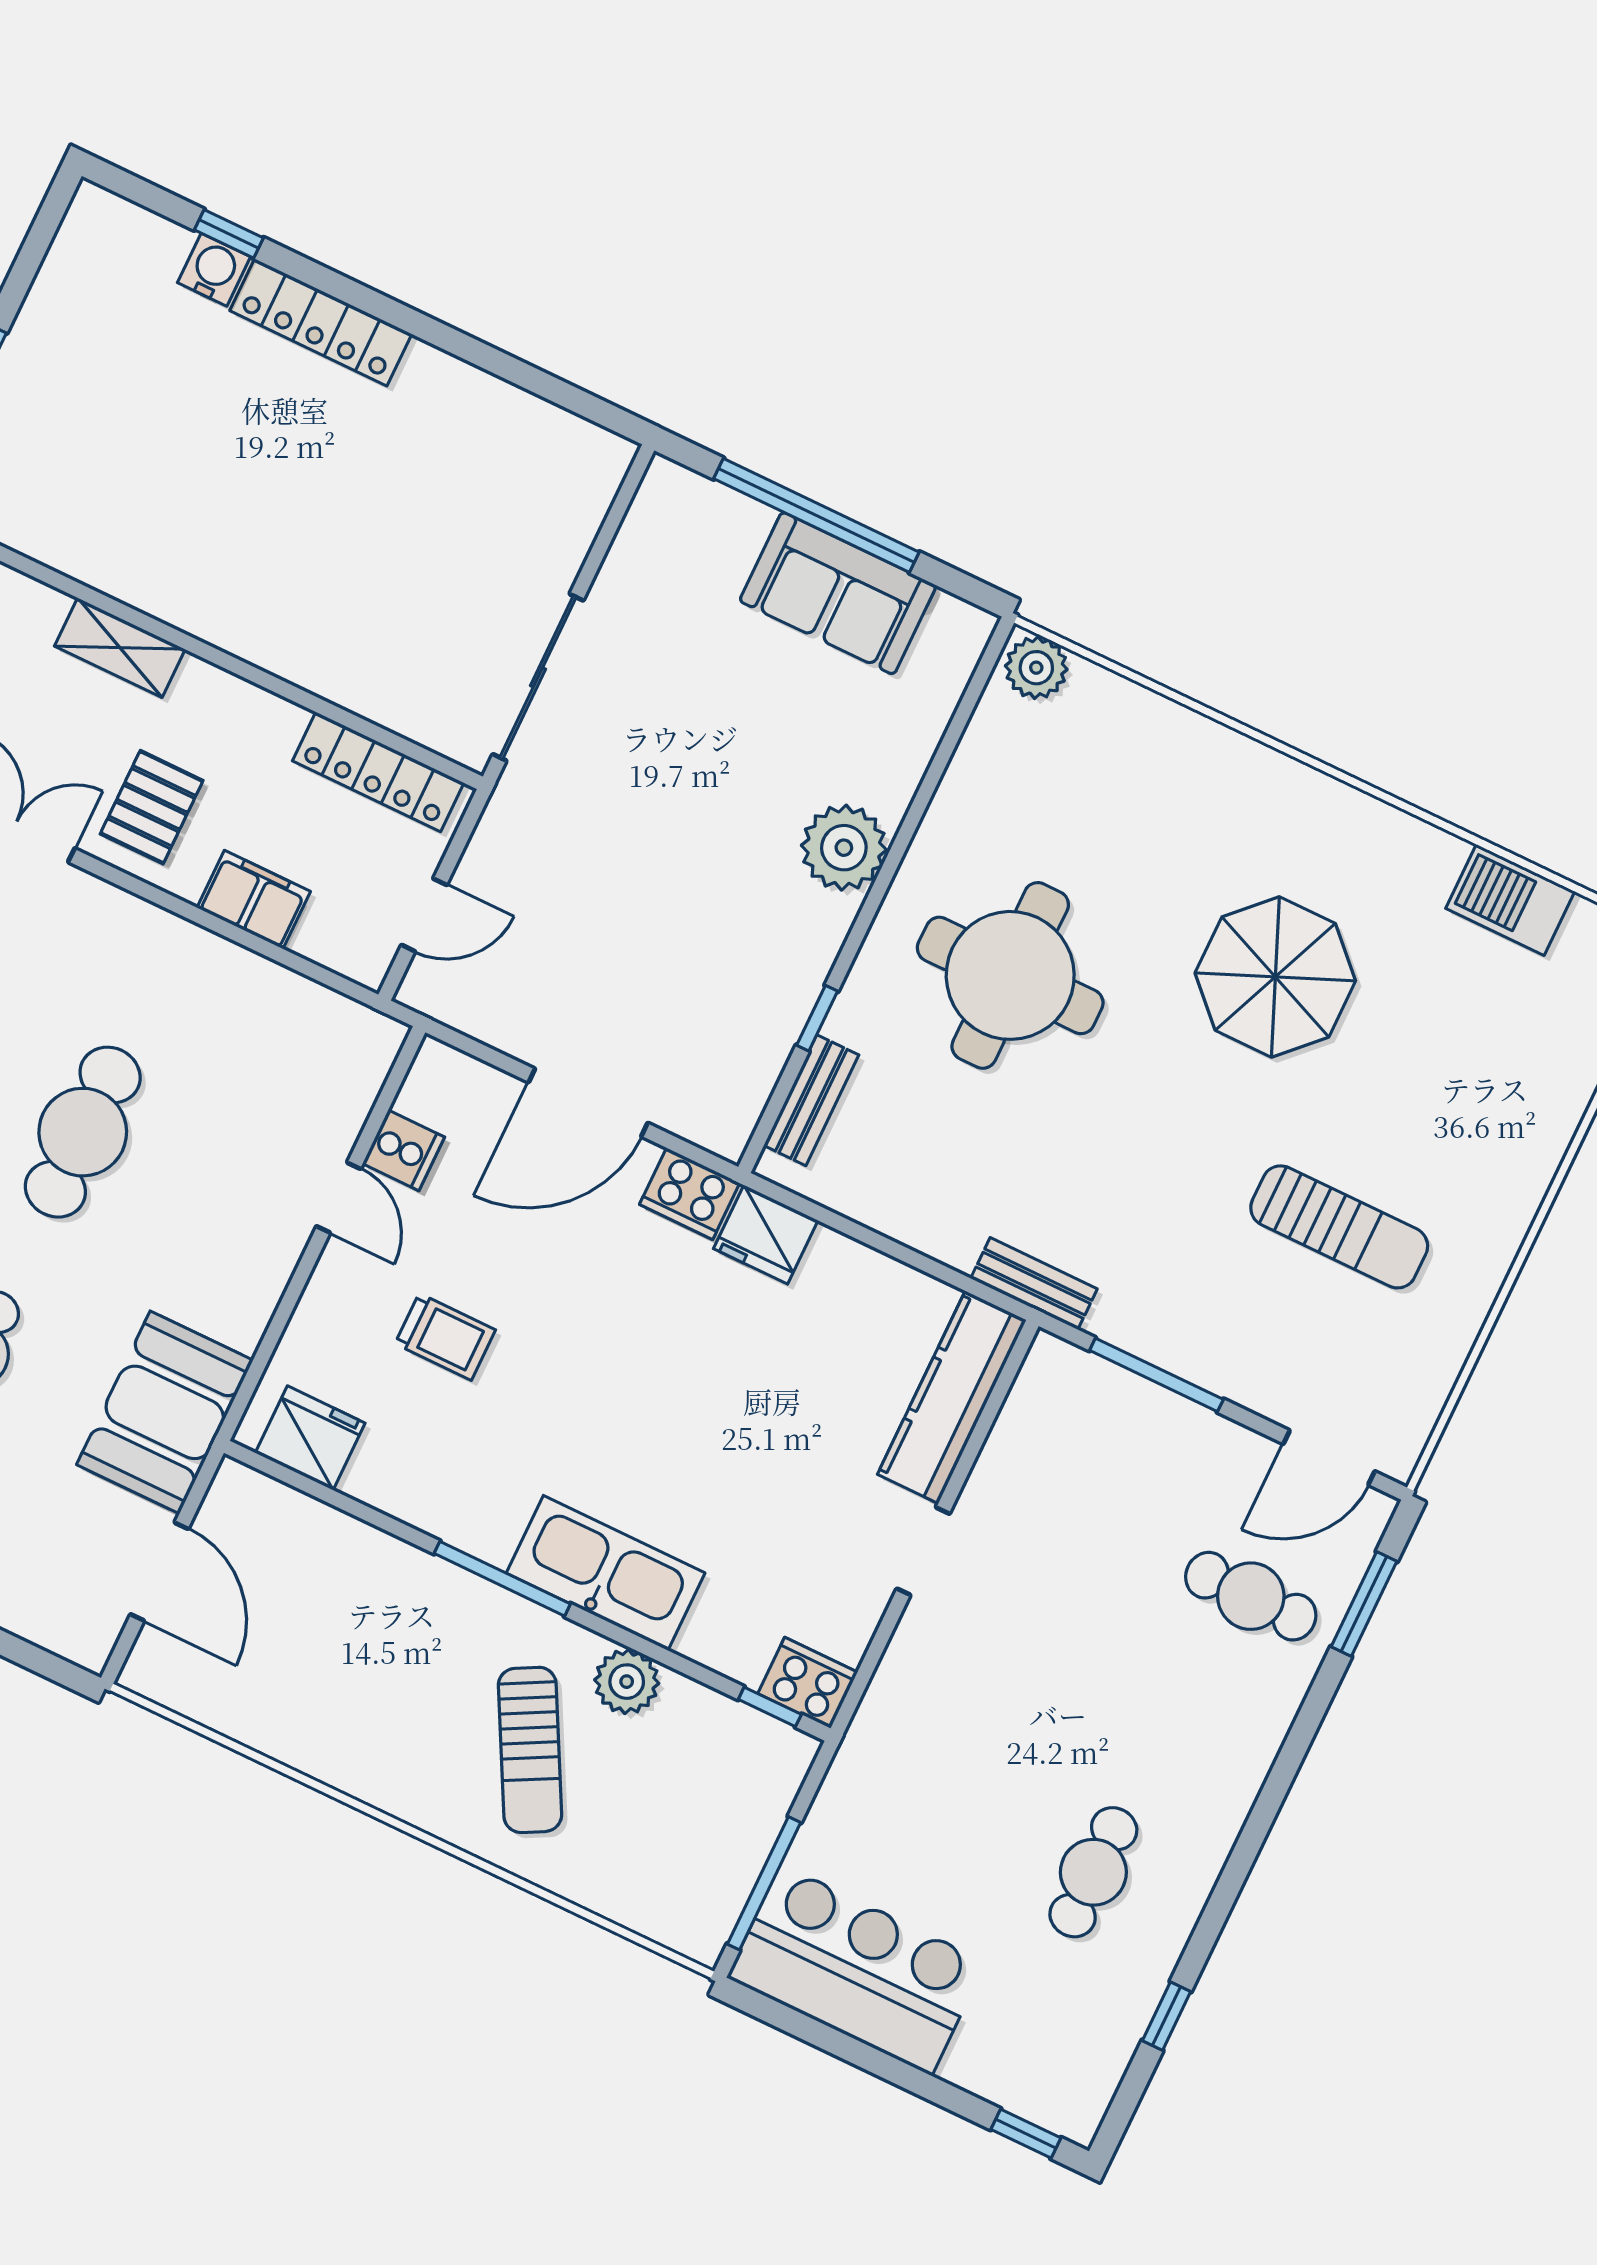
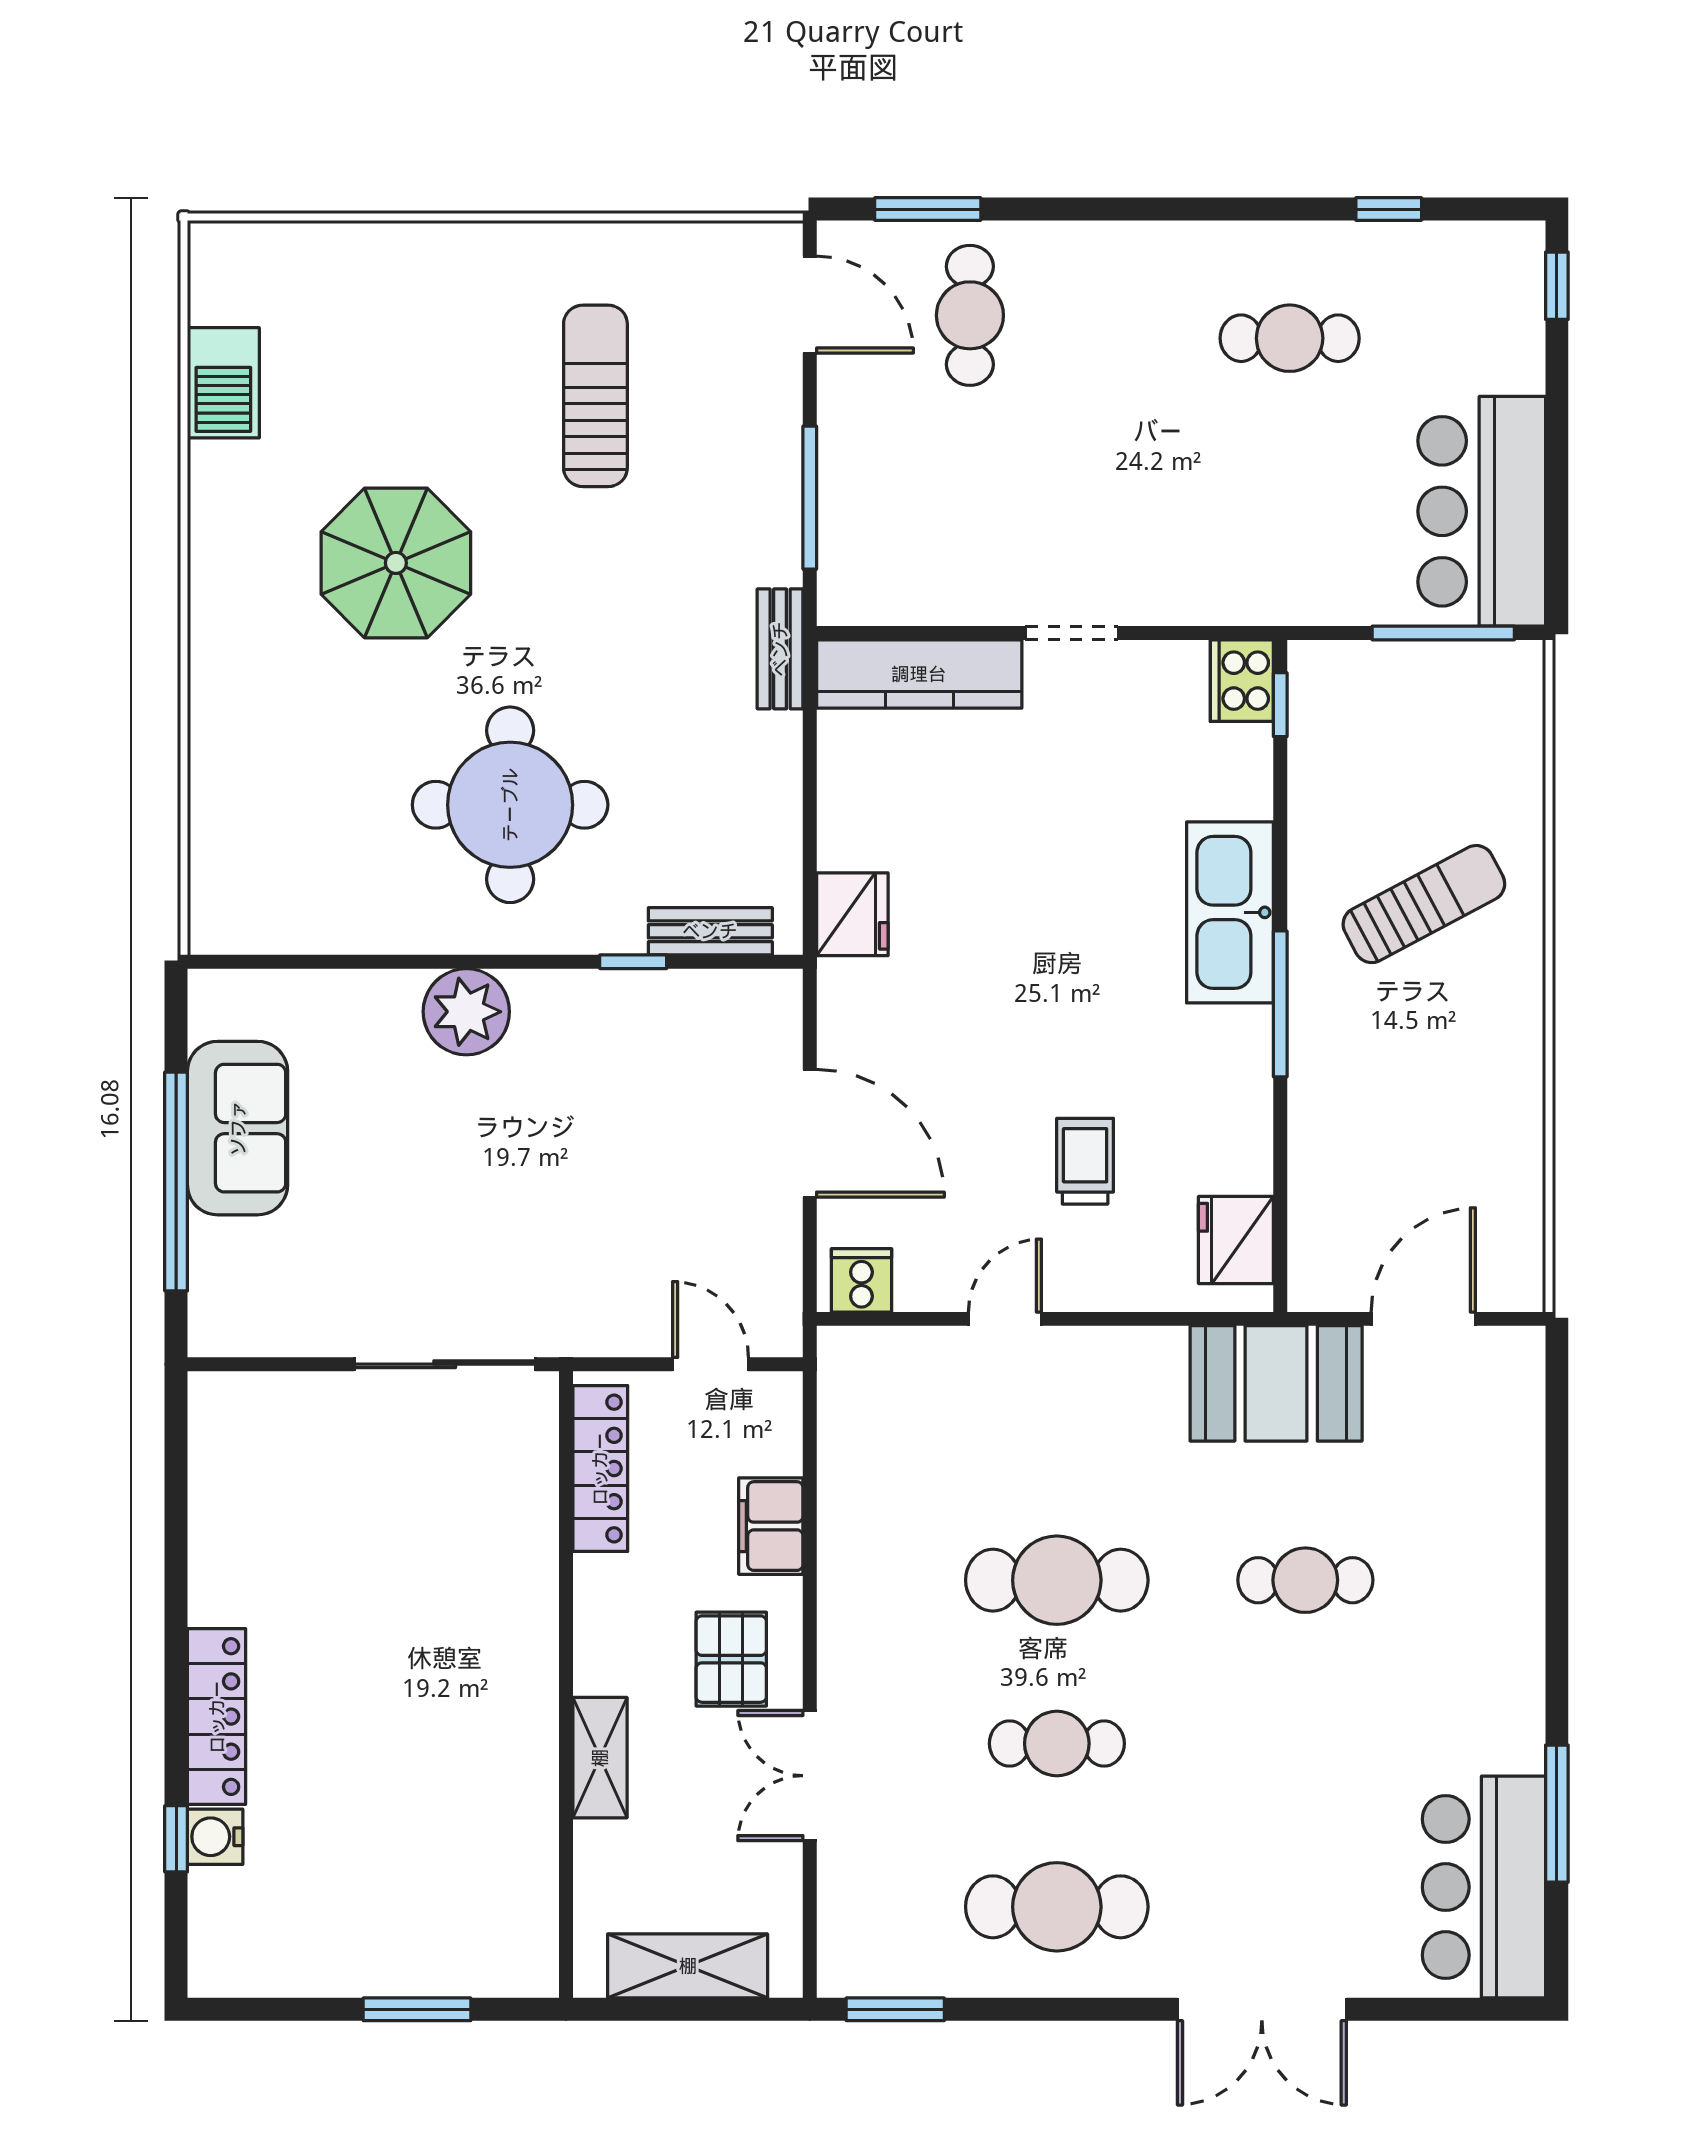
plant: (1036, 668) -> (219, 915), removed
pallet: (152, 807) -> (731, 1659), turned 90
cooker: (404, 1150) -> (861, 1280), moved
cooker: (690, 1194) -> (848, 1001), removed
plant: (627, 1682) -> (1320, 846), removed

